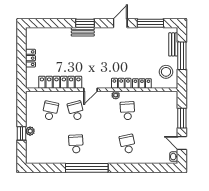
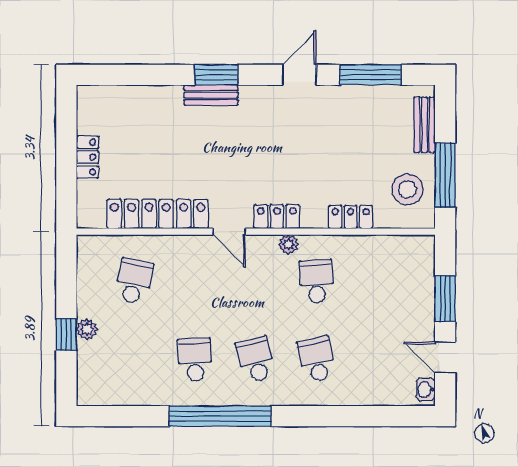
window: (182, 56) -> (445, 175), moved
locker: (121, 83) -> (277, 217), moved
door: (90, 90) -> (229, 232), hinge flipped
school desk: (76, 111) -> (256, 360), moved

